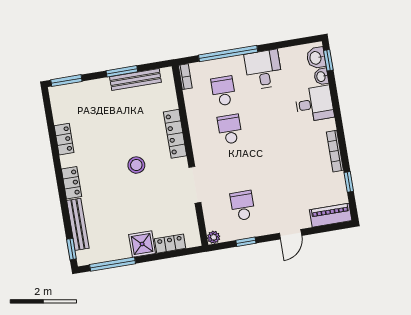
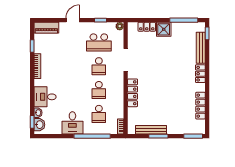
locker: (64, 139) -> (200, 106), width x1.53
stool: (136, 165) -> (159, 78), removed
school desk: (236, 167) -> (99, 66), added
school desk: (243, 206) -> (99, 42), width x1.85

